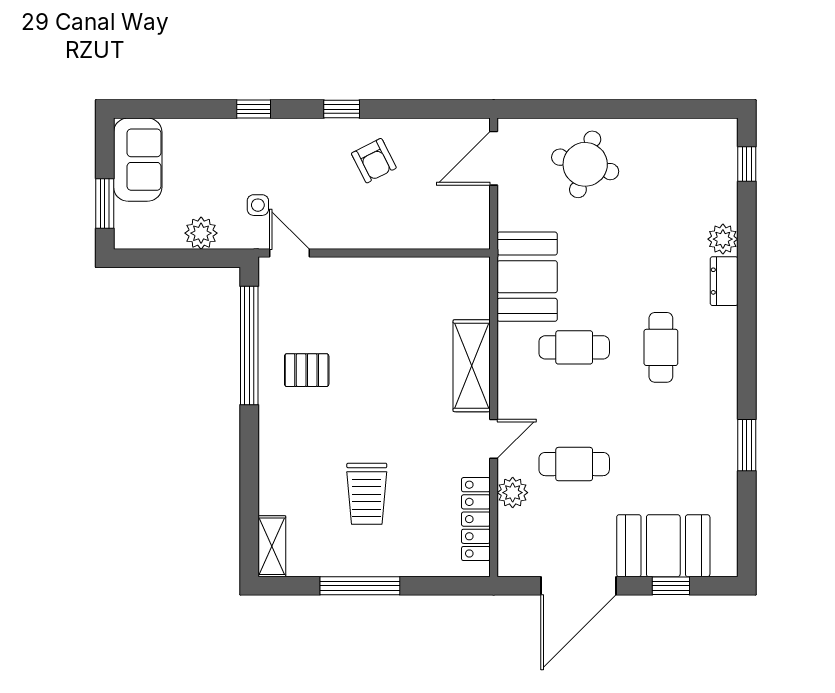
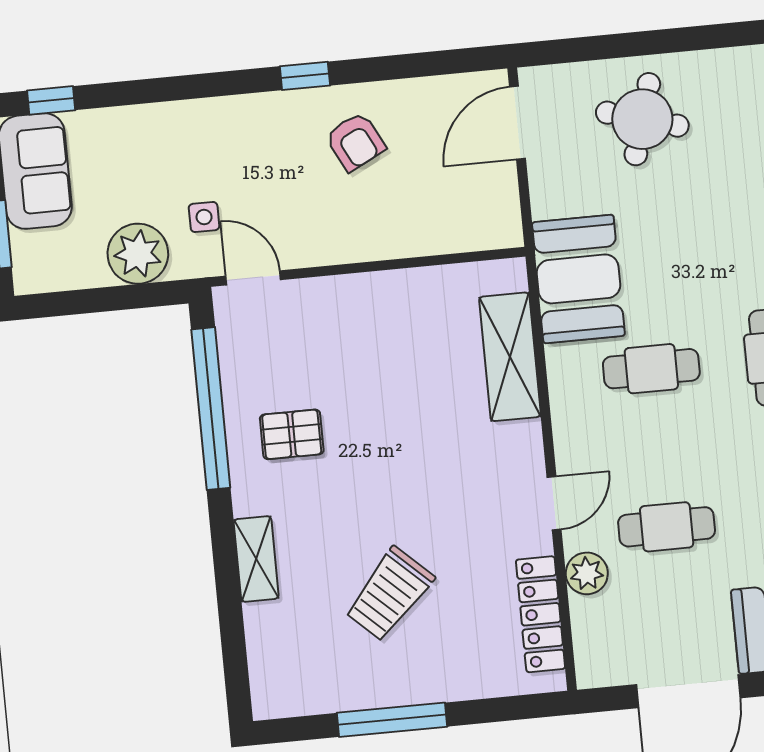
window: (254, 109) -> (51, 100), moved
plant: (201, 233) -> (138, 254), width x1.36, depth x1.36
shelving: (472, 366) -> (510, 357), moved
trolley: (367, 494) -> (389, 594), turned 43
shelving: (272, 546) -> (256, 559), moved

